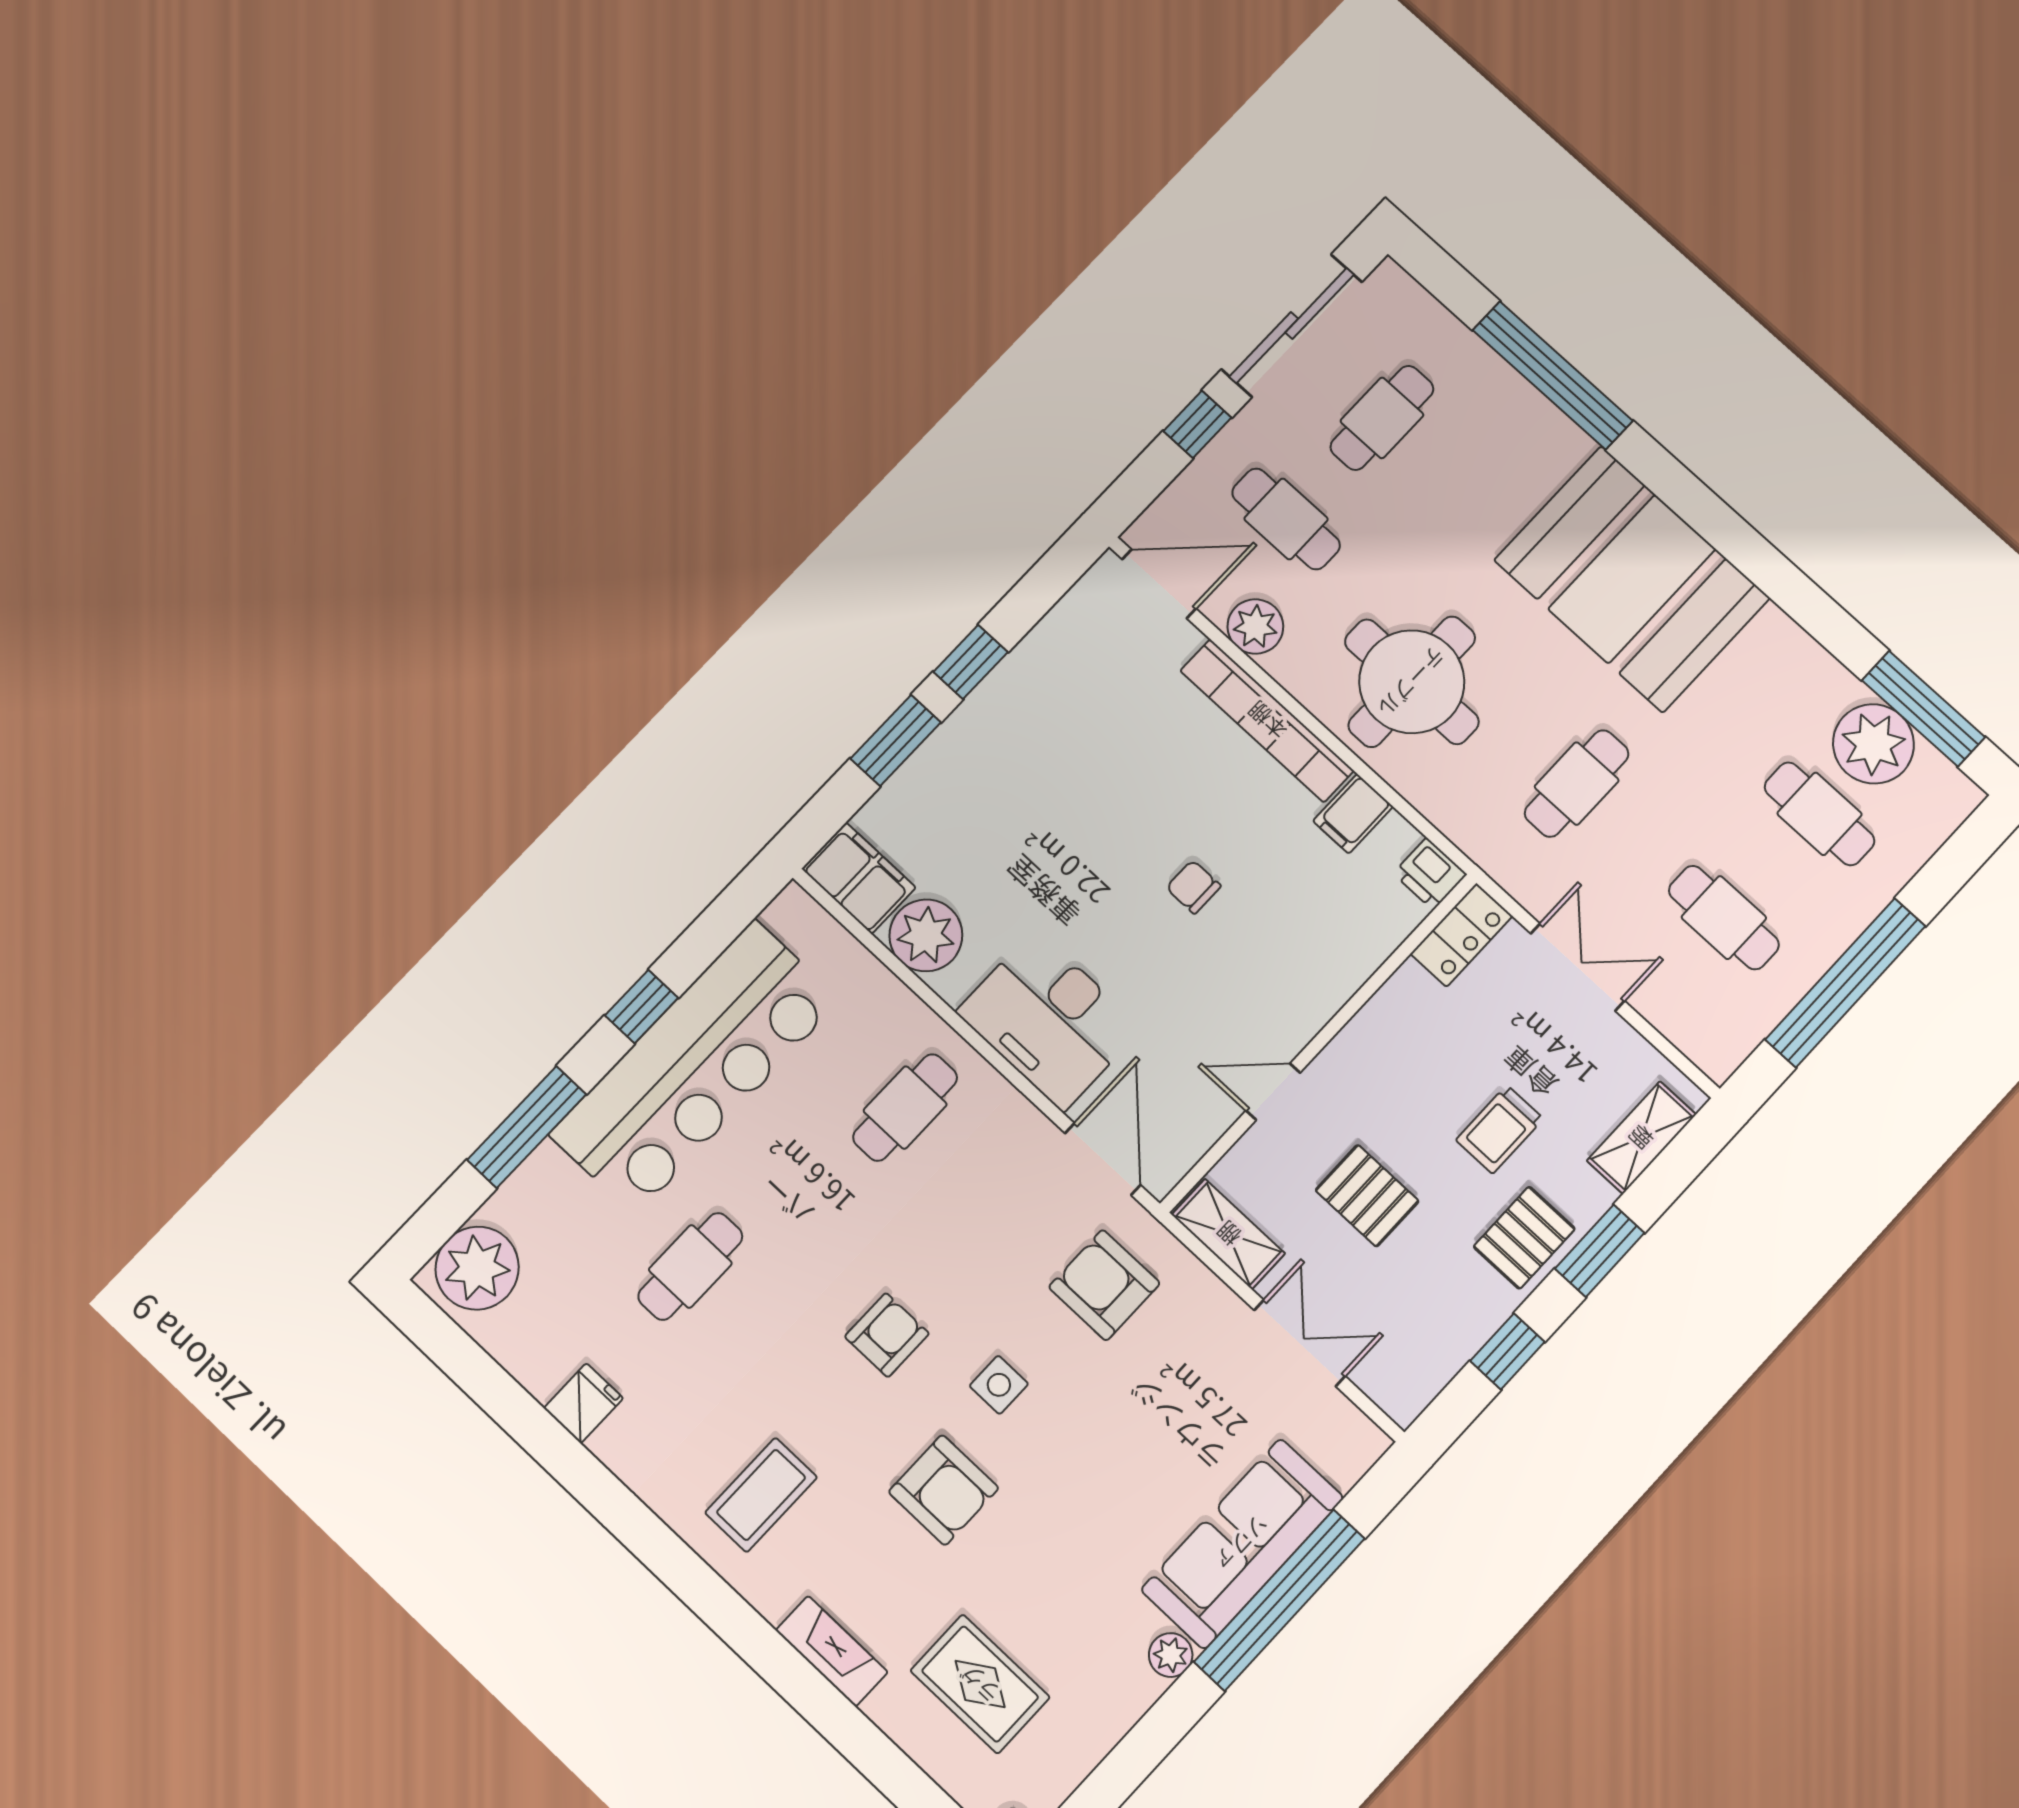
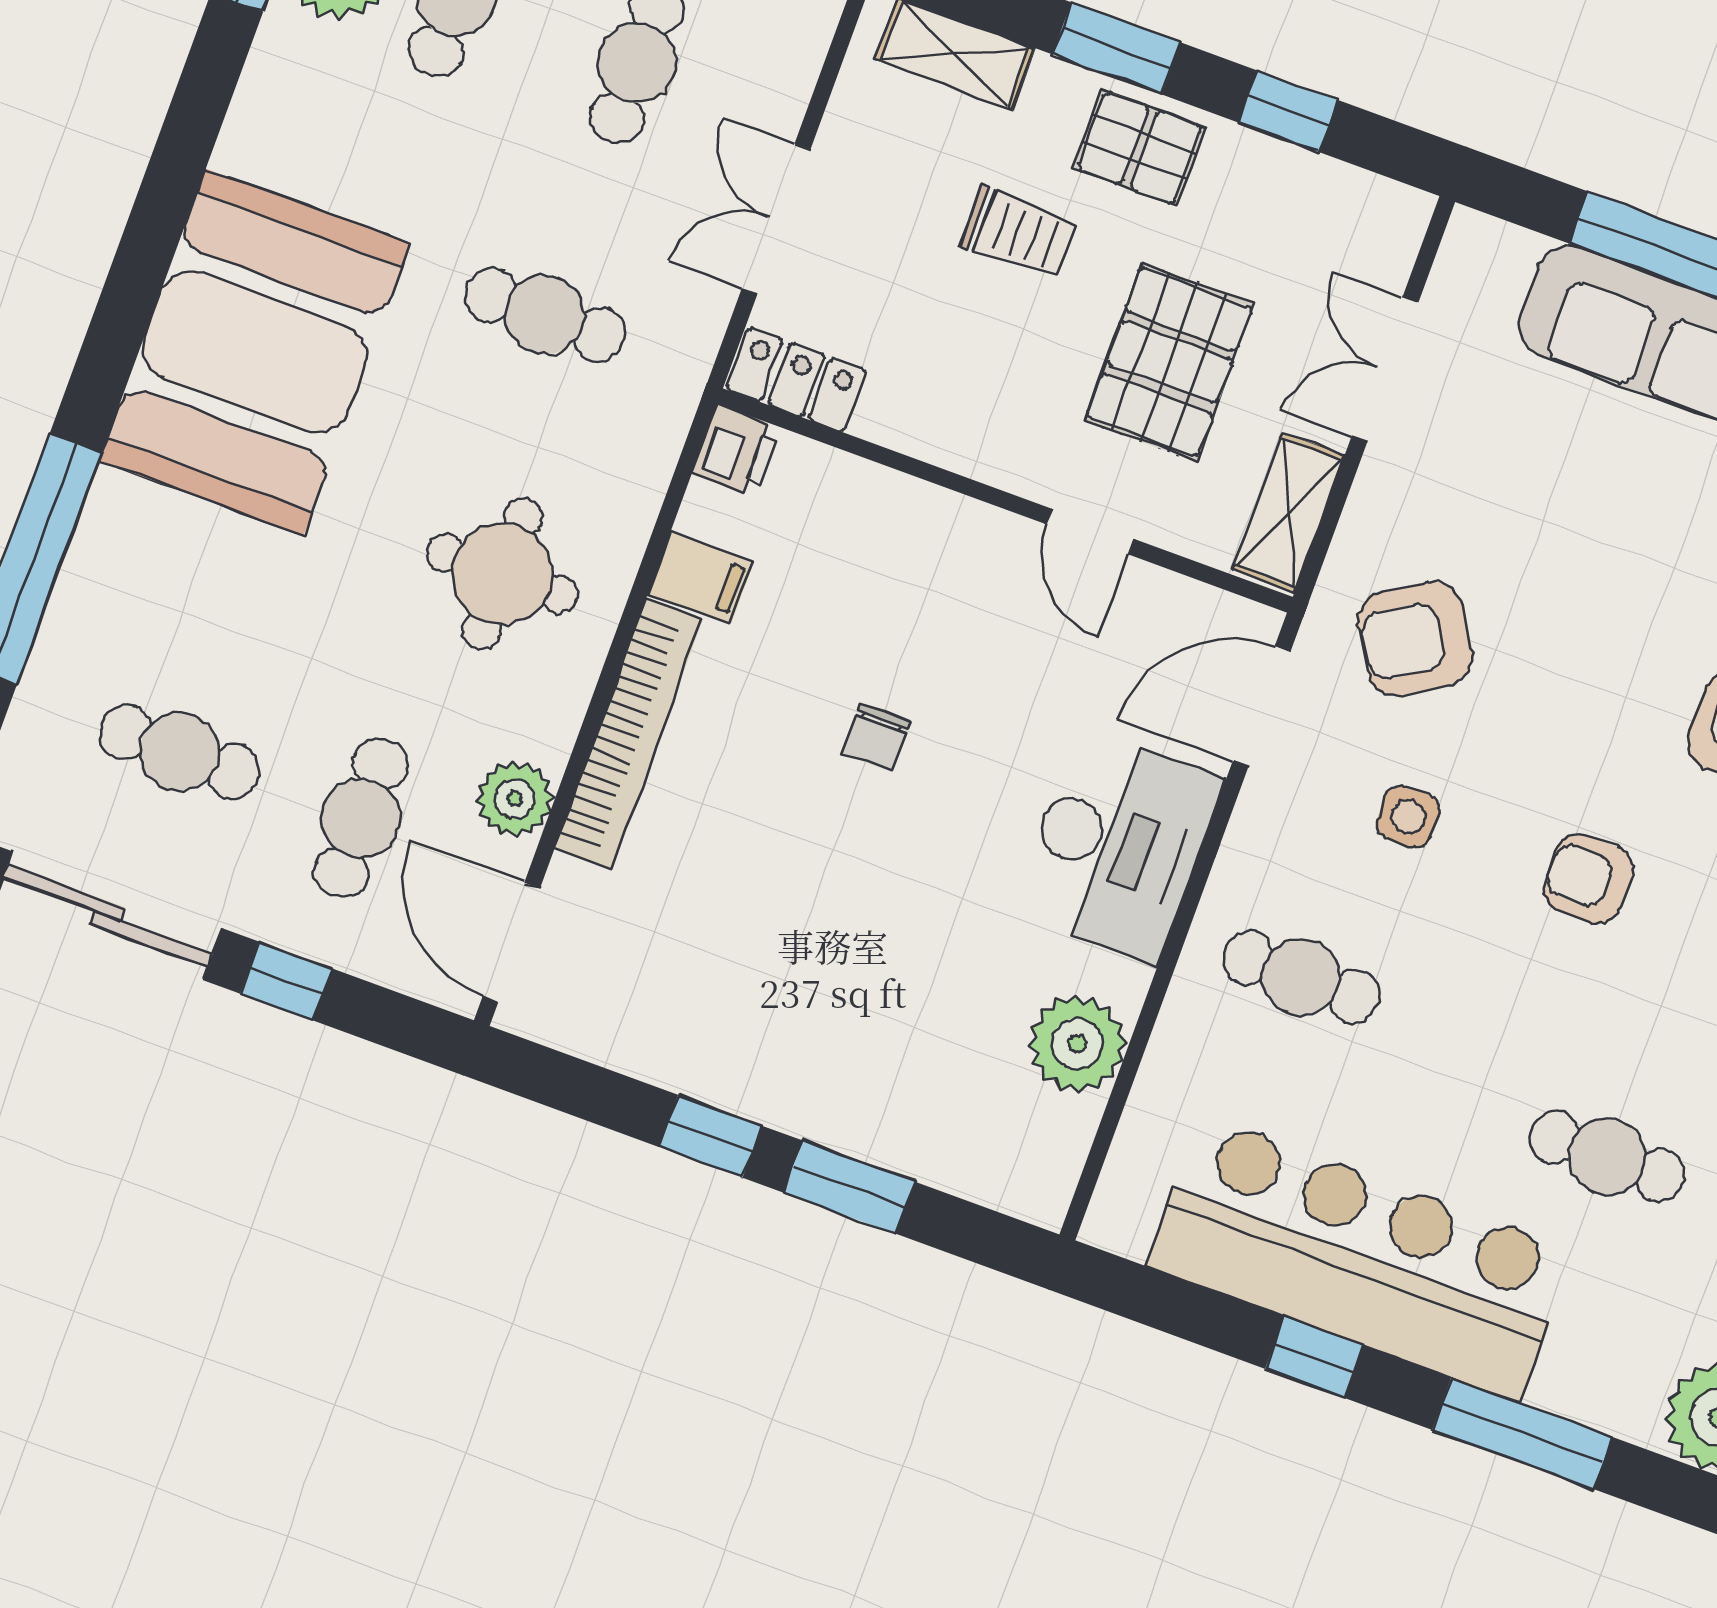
round table: (1412, 682) -> (502, 574), width x0.73, depth x0.73
filing cabinet: (859, 878) -> (1041, 1158), removed
pallet: (1367, 1196) -> (1169, 362), width x1.50, depth x1.42
armchair: (1104, 1285) -> (1415, 639), turned 57
side table: (999, 1385) -> (1408, 817), moved

